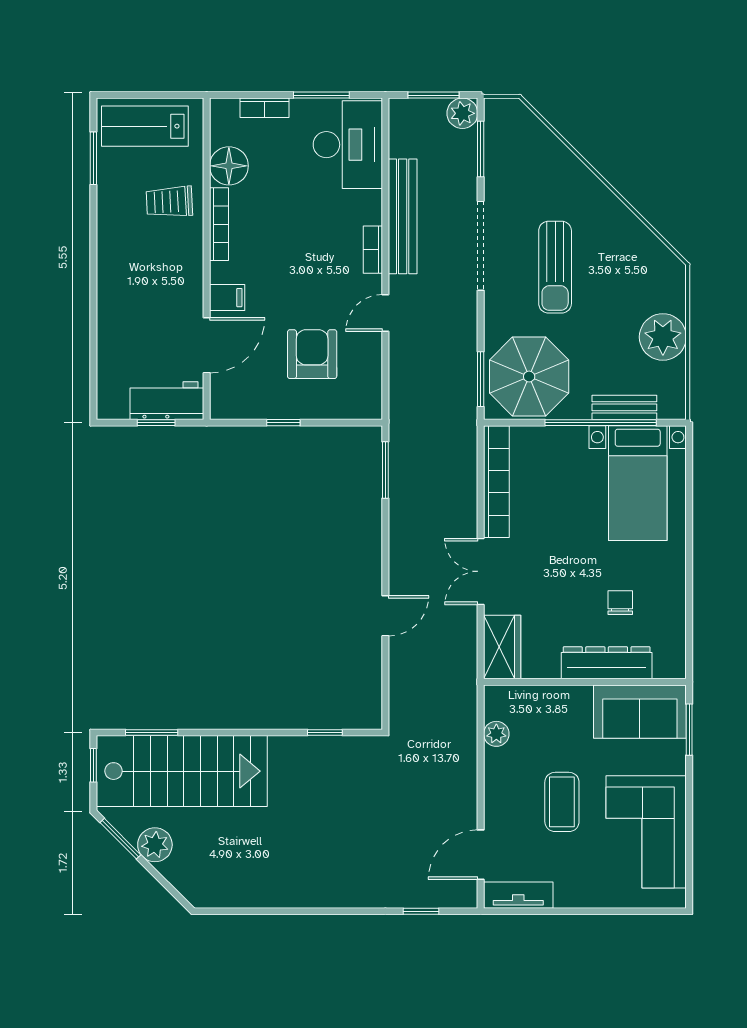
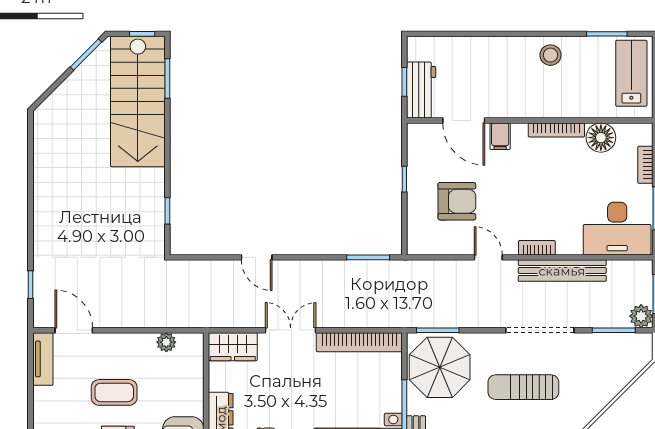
trolley: (169, 202) -> (573, 92), removed
stool: (121, 232) -> (550, 55), added
plant: (155, 845) -> (81, 81), removed

